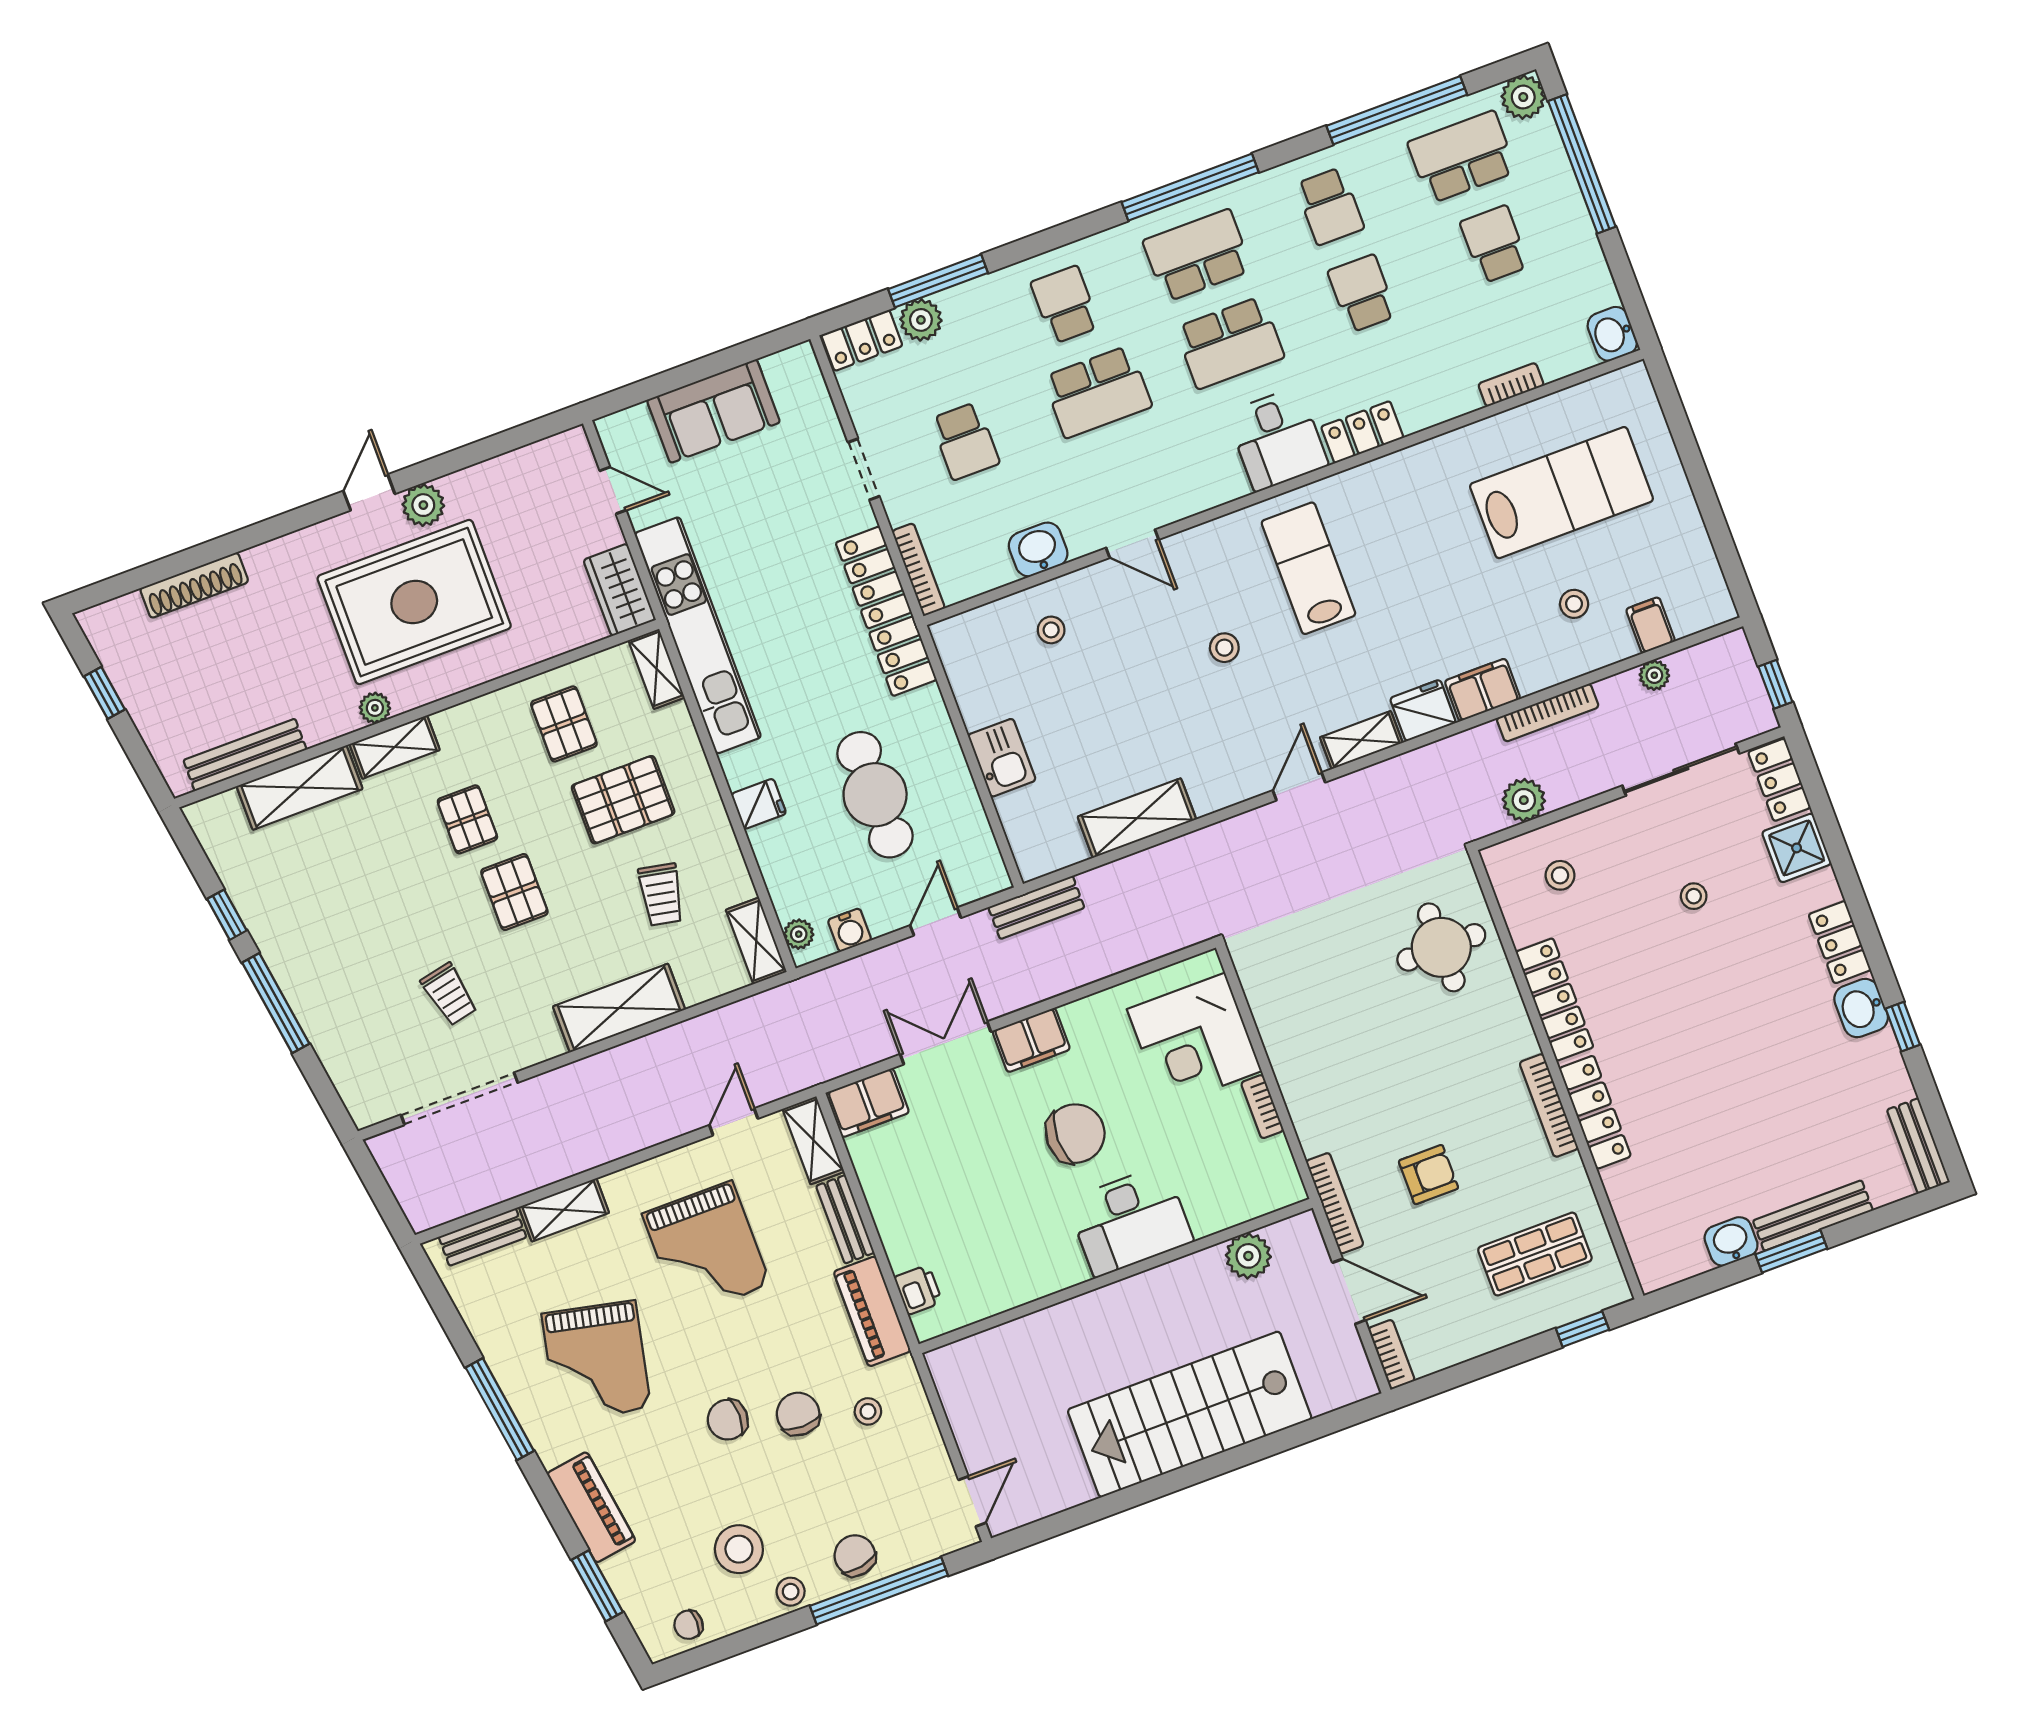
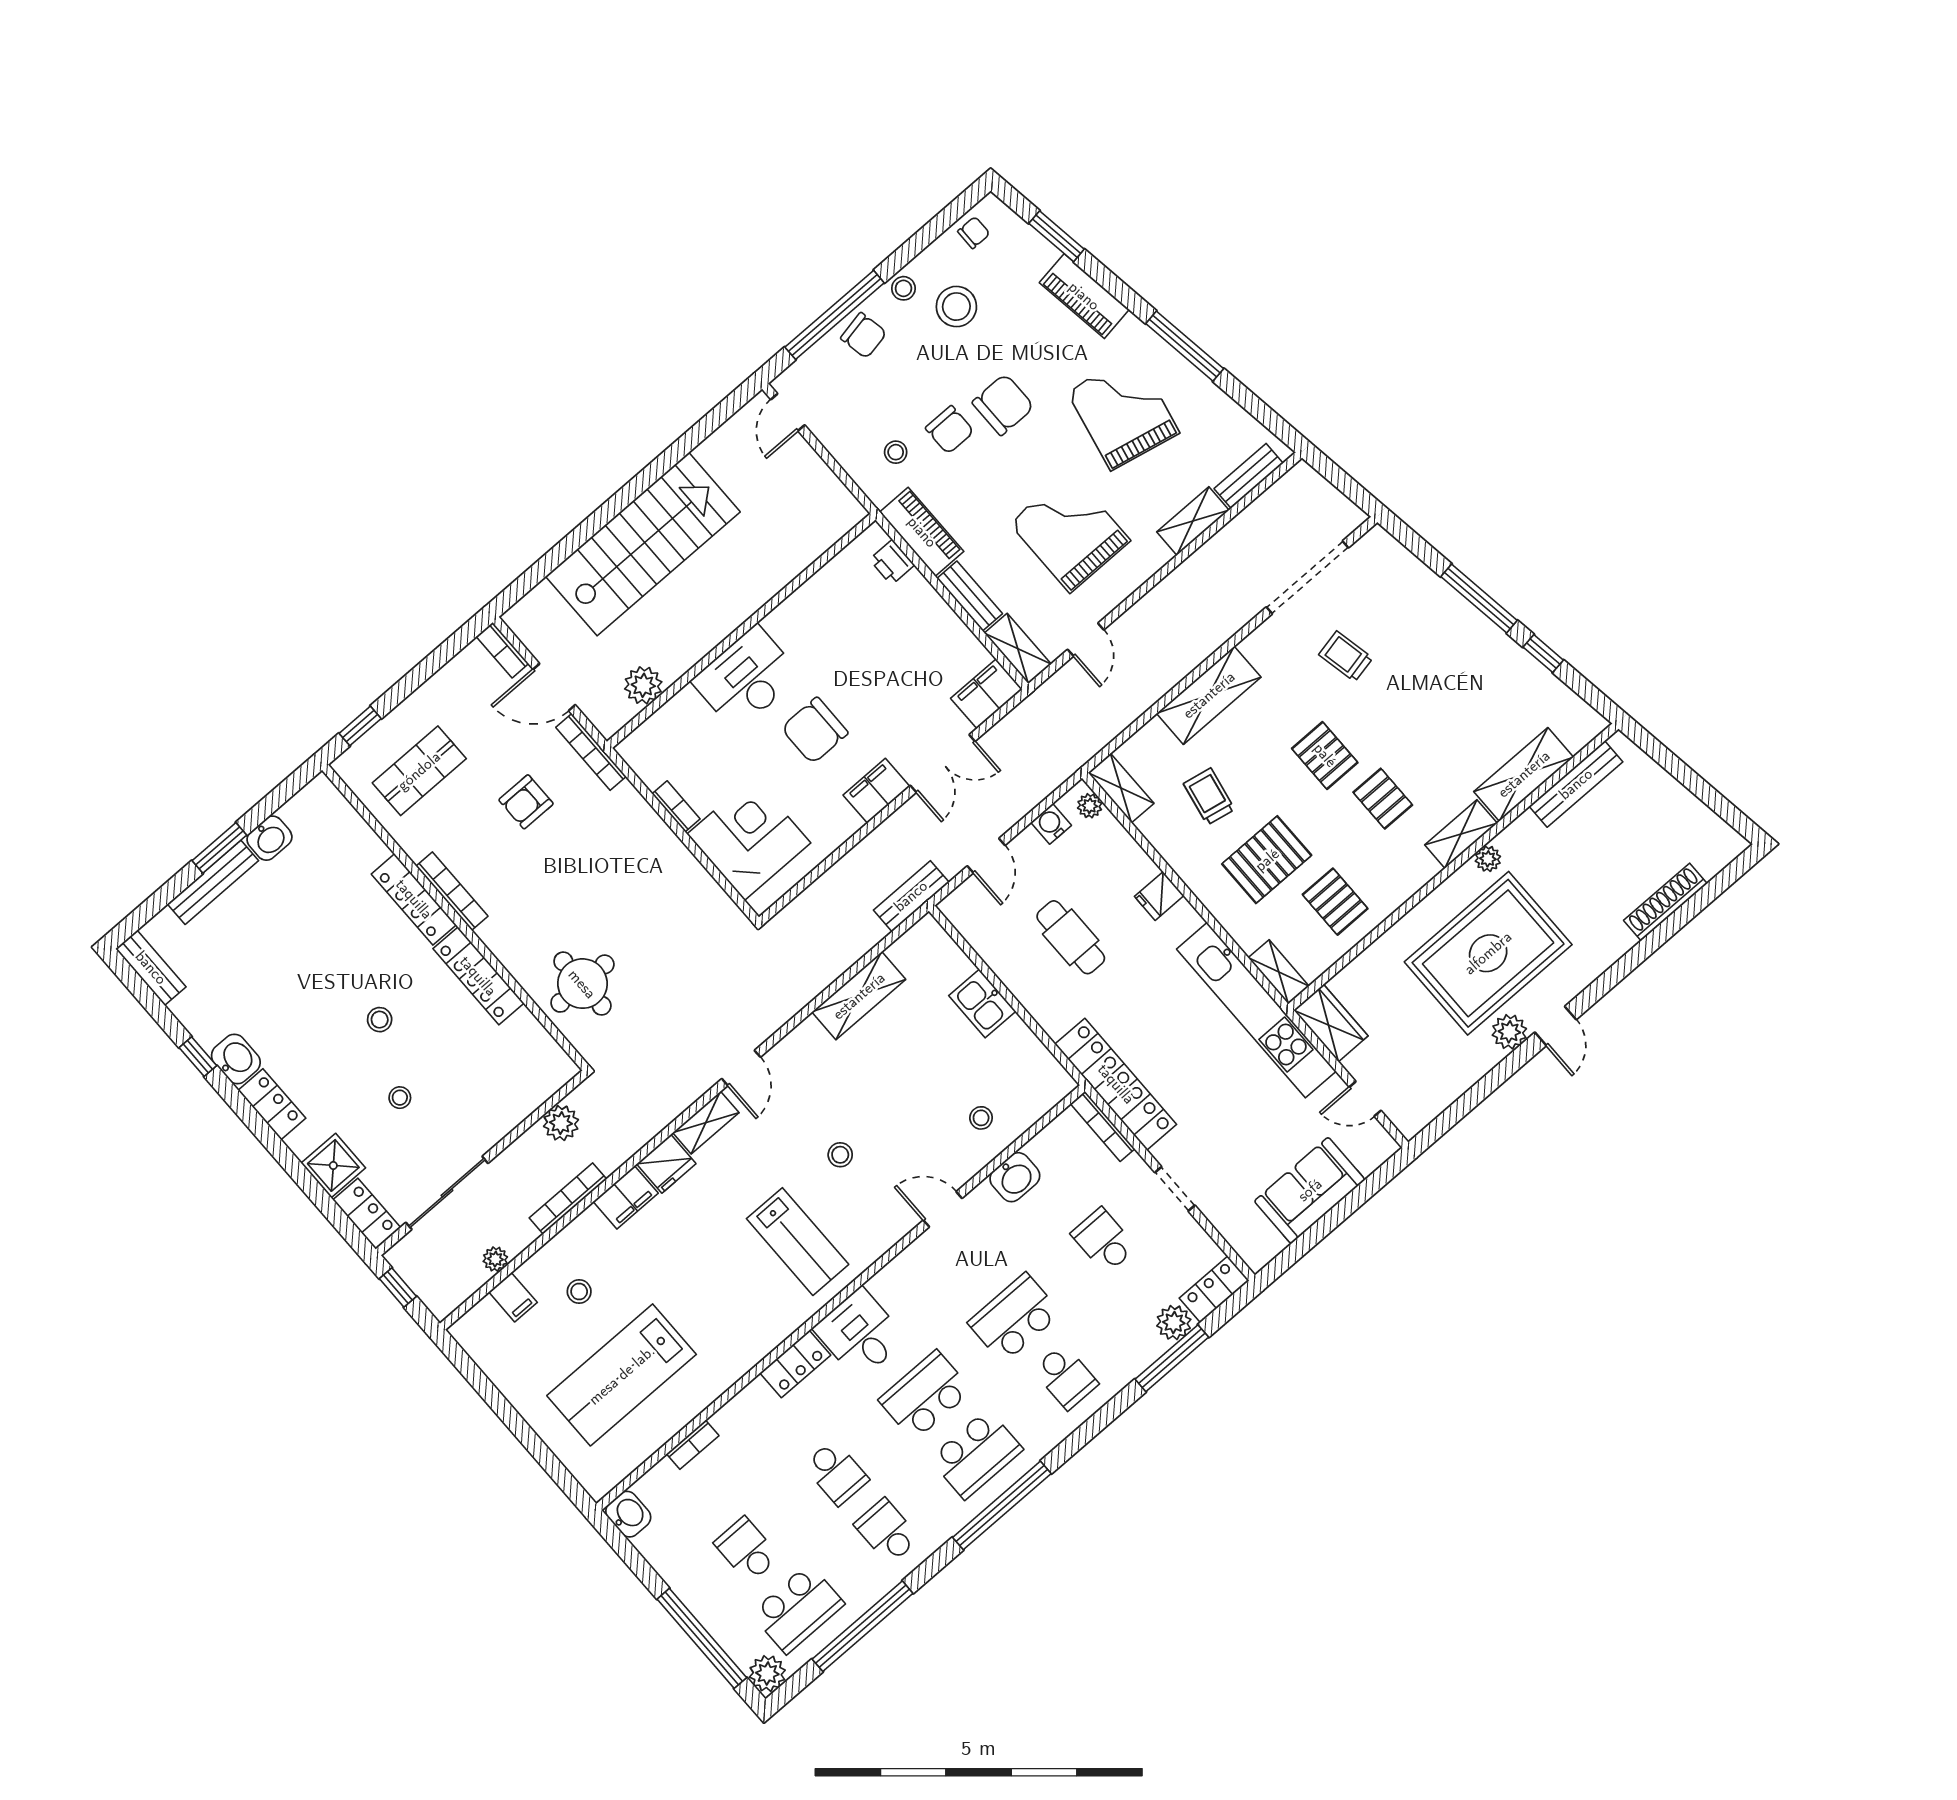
school desk: (1494, 244) -> (747, 1550), turned 180
window: (105, 693) -> (1704, 791), removed
cafe table: (875, 795) -> (1071, 937), width x0.73, depth x0.74
stool: (1560, 875) -> (380, 1020), moved
chair: (728, 1420) -> (1003, 405), width x1.37, depth x1.37

